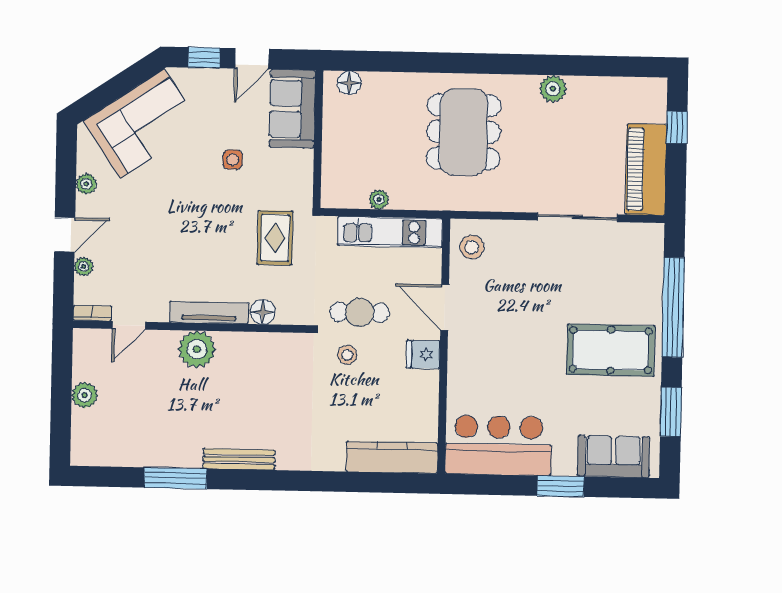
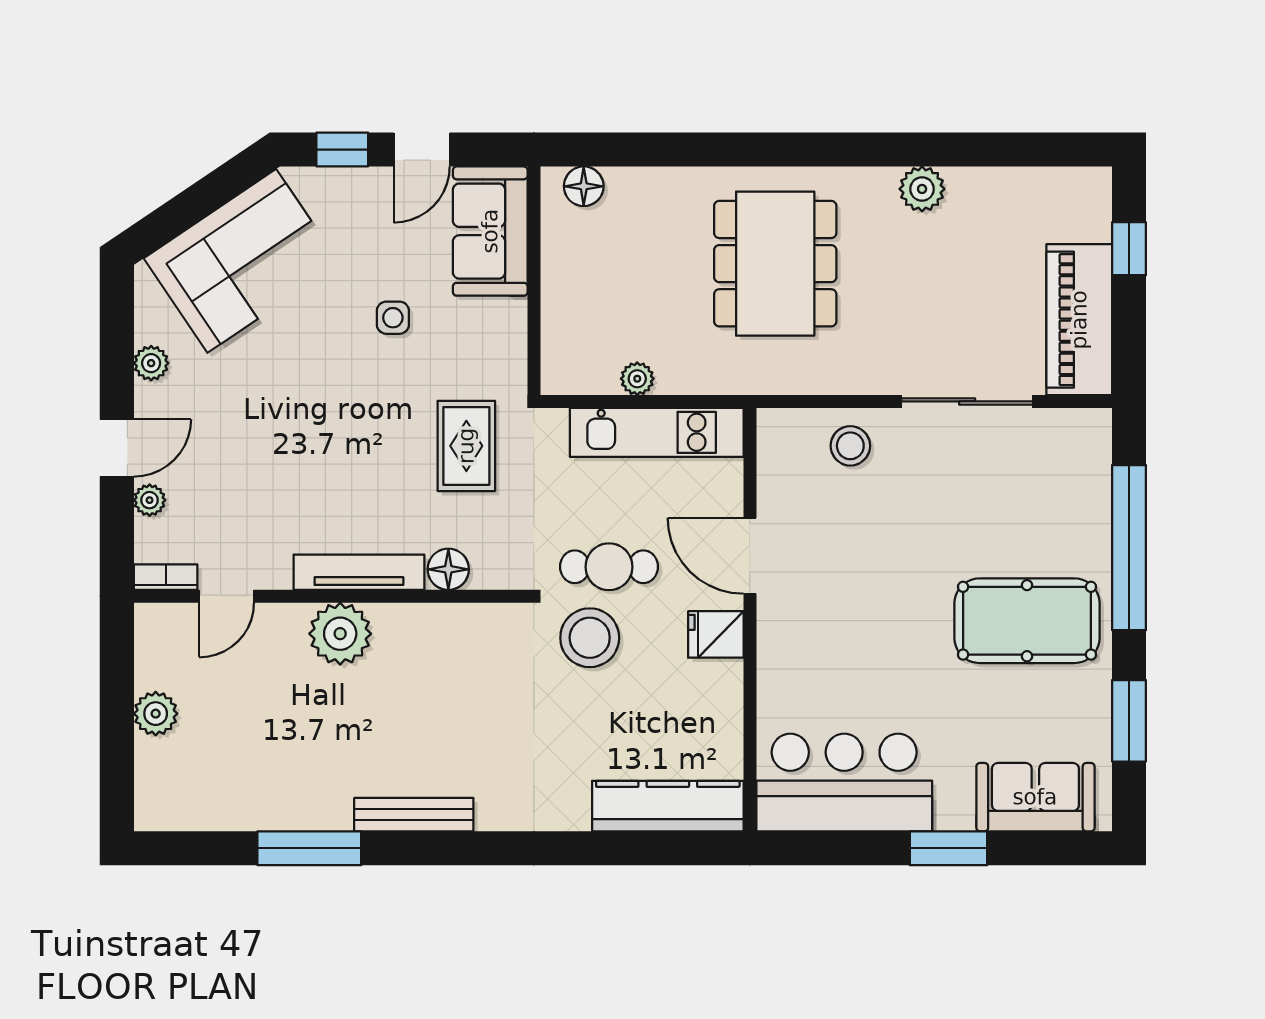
stool: (472, 247) -> (850, 446), moved
stool: (347, 355) -> (590, 638), width x1.89, depth x1.89

